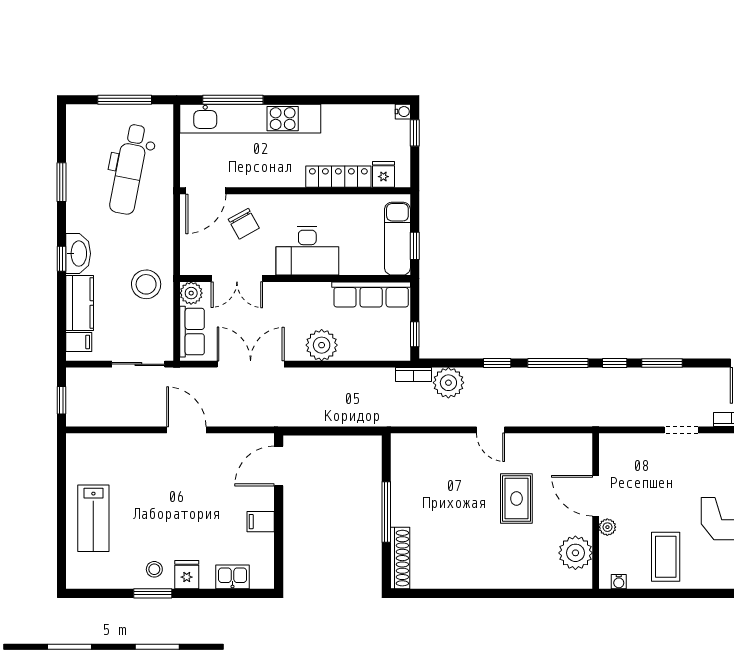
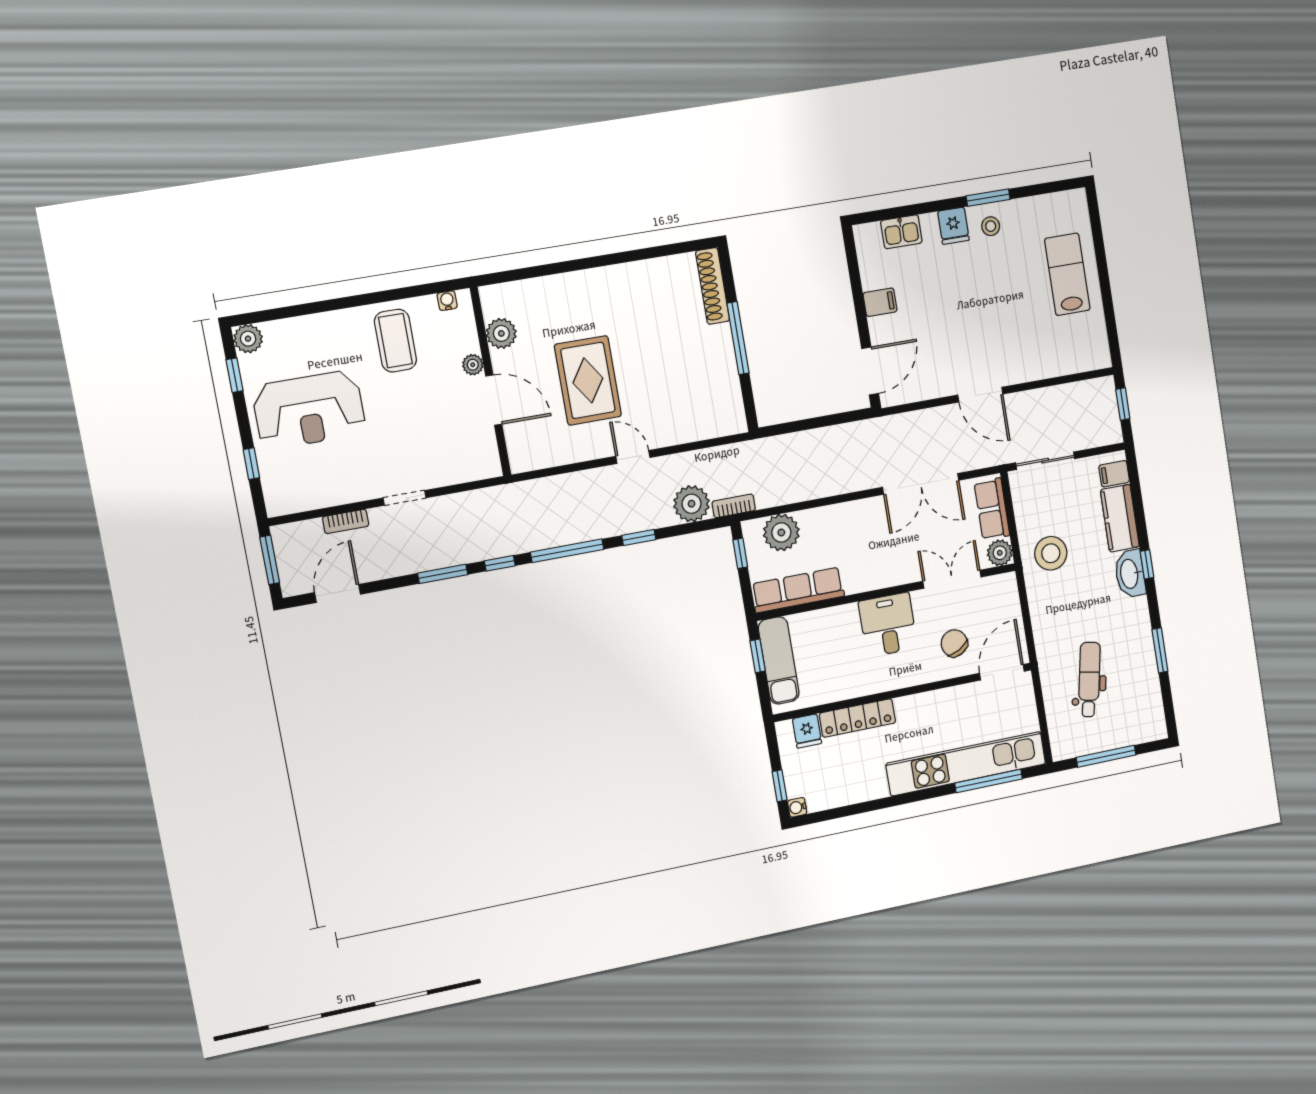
dental chair: (129, 169) -> (1089, 680), width x0.73, depth x0.72
desk: (307, 251) -> (888, 625), width x0.73
plant: (322, 345) -> (781, 532), moved
rug: (516, 499) -> (588, 380), width x1.36, depth x1.43
plant: (575, 553) -> (501, 333), width x0.73, depth x0.73

